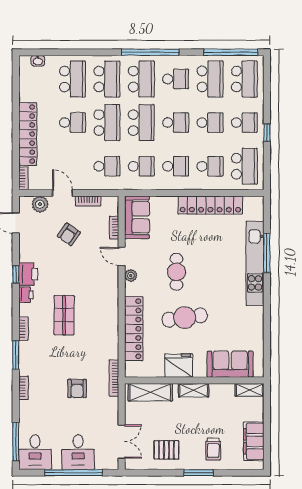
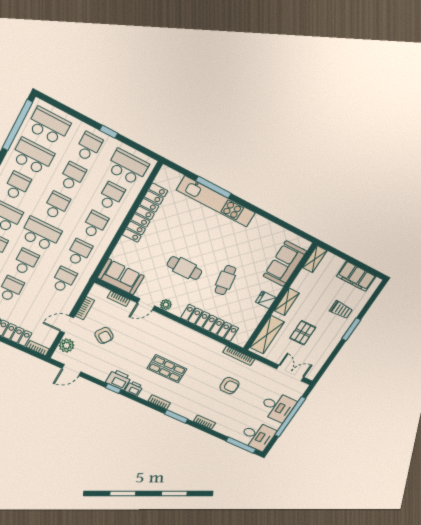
school desk: (107, 123) -> (26, 262), width x0.54
cafe table: (185, 318) -> (225, 280), width x0.73, depth x0.74
fridge: (179, 366) -> (266, 300), width x0.53, depth x0.75
pallet: (166, 450) -> (303, 333), moved

